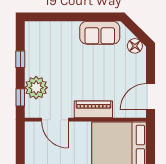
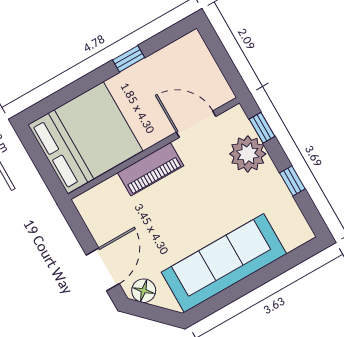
sofa: (100, 33) -> (224, 263), width x1.85, depth x1.27
door: (150, 97) -> (103, 269), moved

